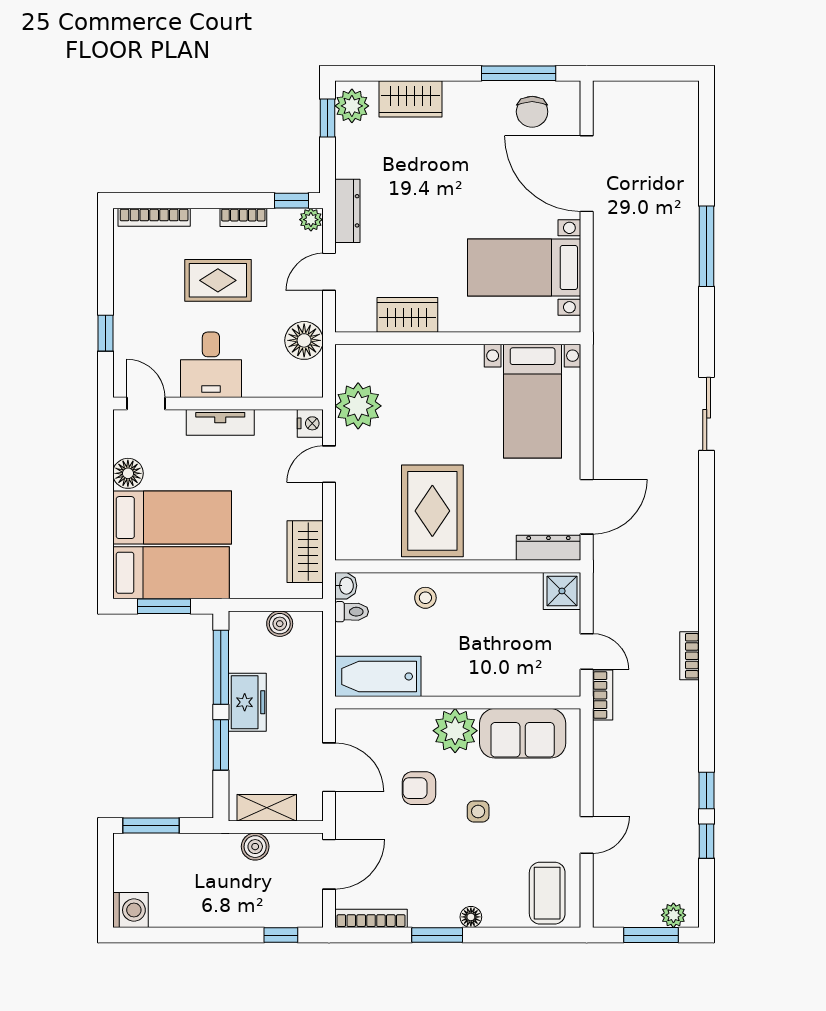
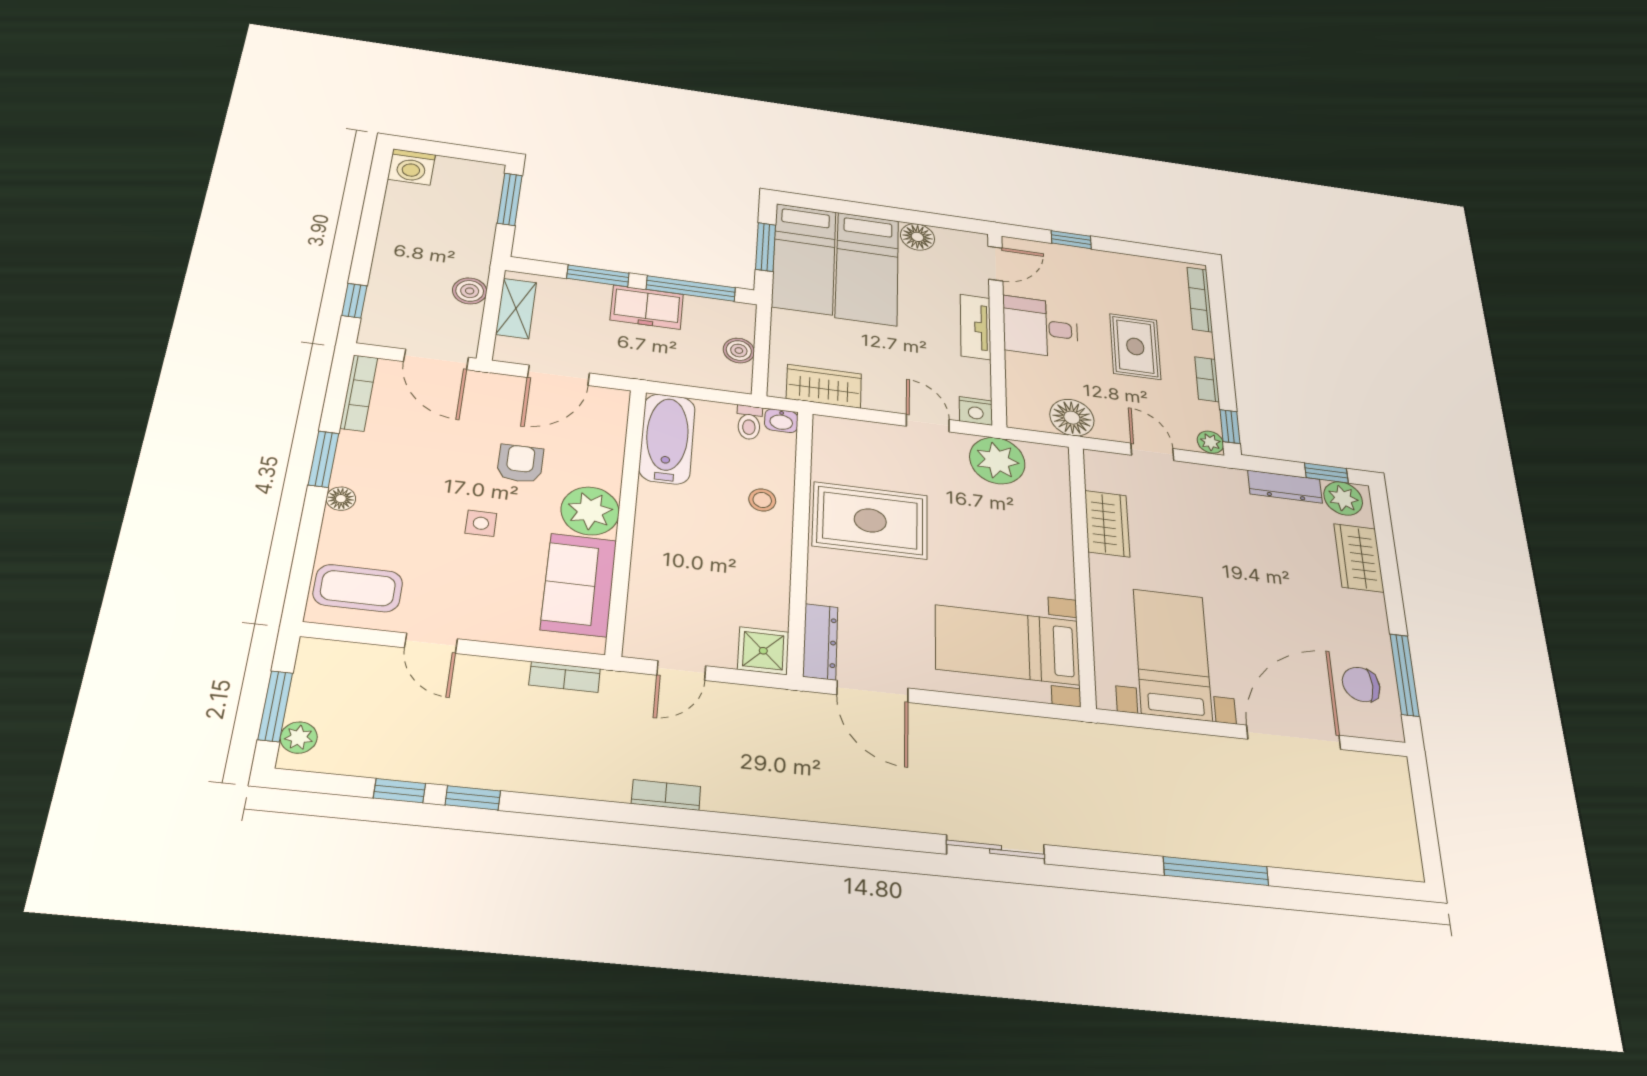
dresser: (347, 211) -> (1285, 487), moved
bookcase: (603, 695) -> (565, 677), moved

